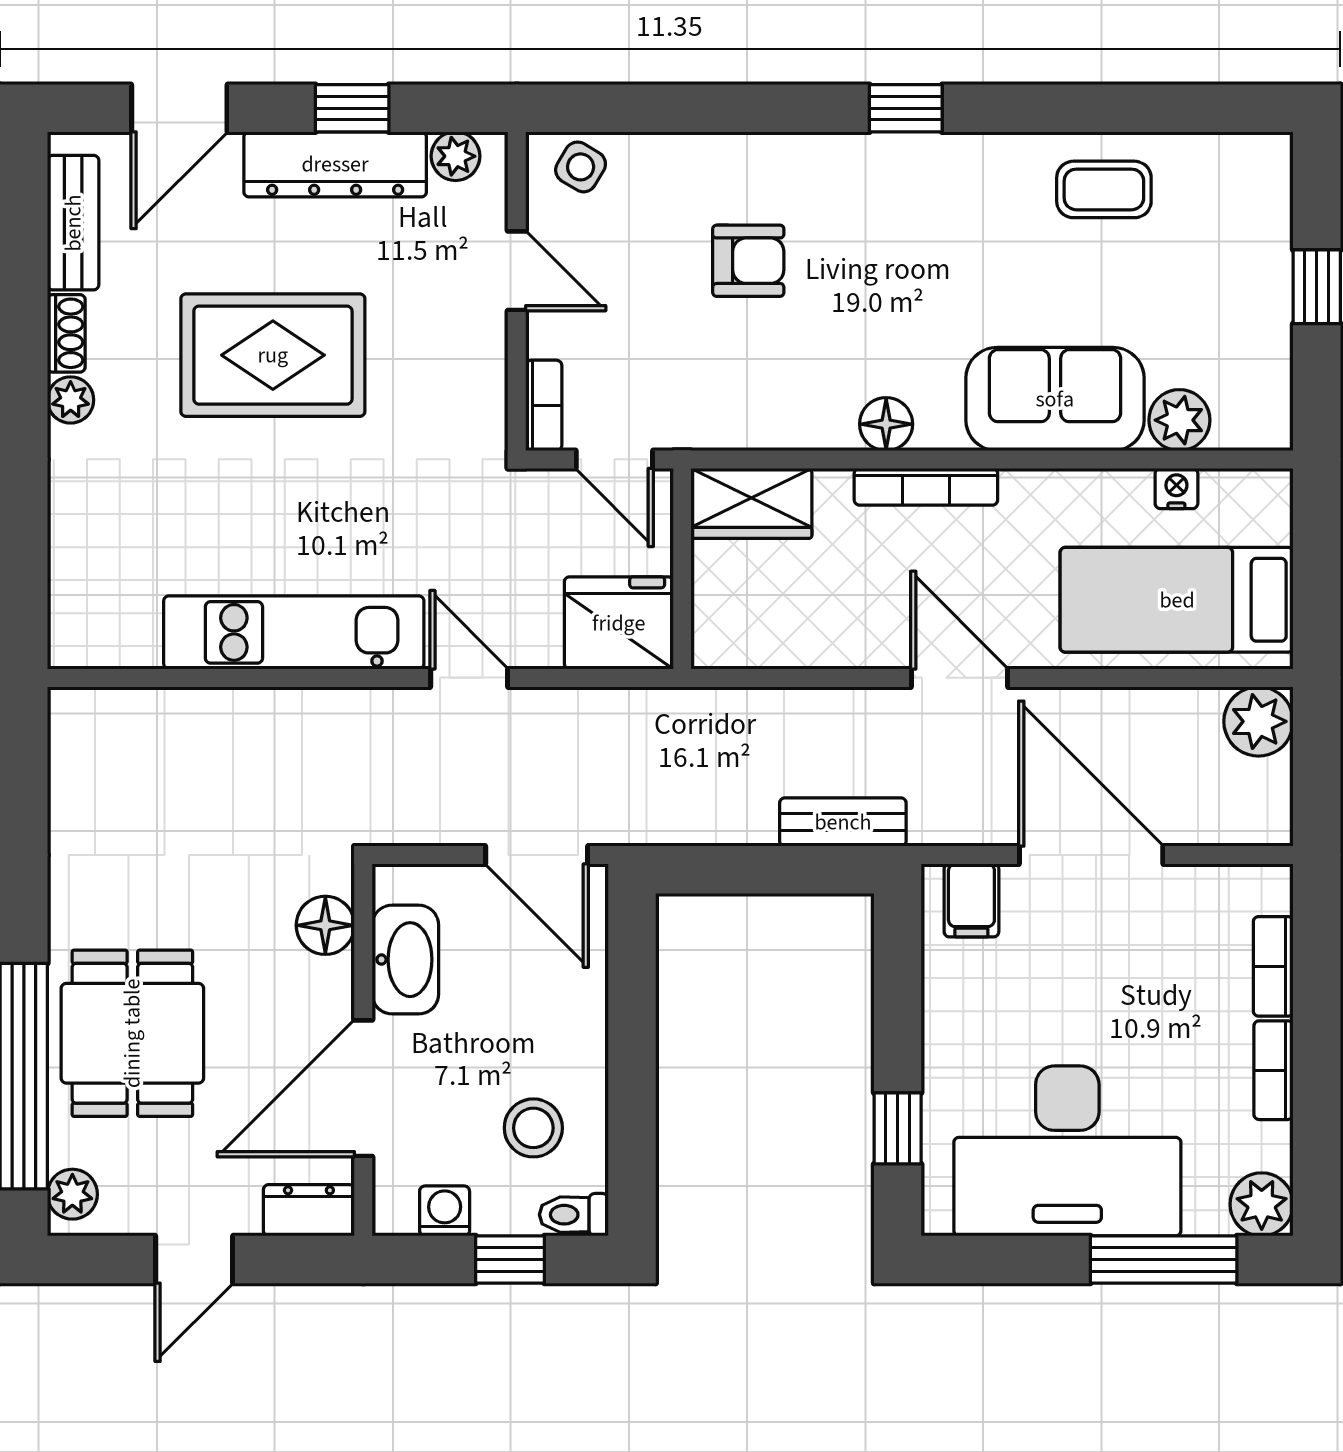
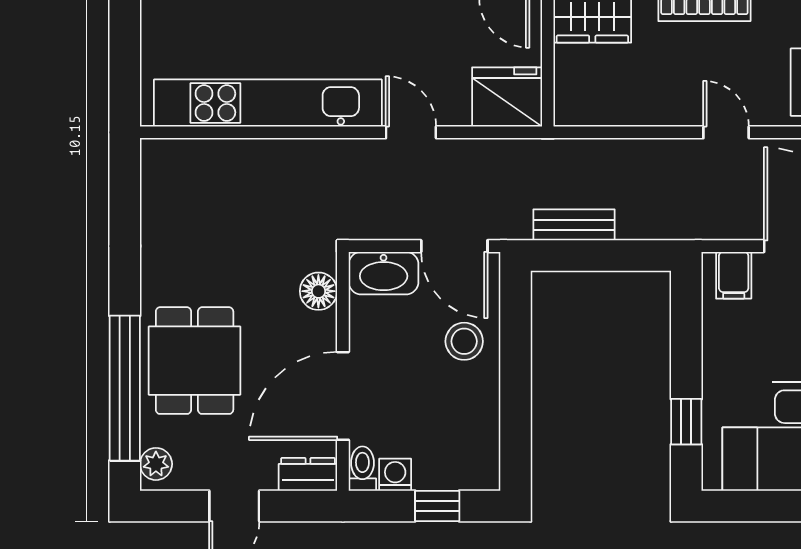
kitchen unit: (294, 632) -> (268, 103), width x1.36
door: (960, 678) -> (726, 132), width x0.73
bench: (843, 822) -> (574, 225), moved
washbasin: (405, 960) -> (384, 273), moved, turned 90
stool: (533, 1128) -> (464, 341), moved
toilet: (574, 1215) -> (362, 469), moved, turned 90

